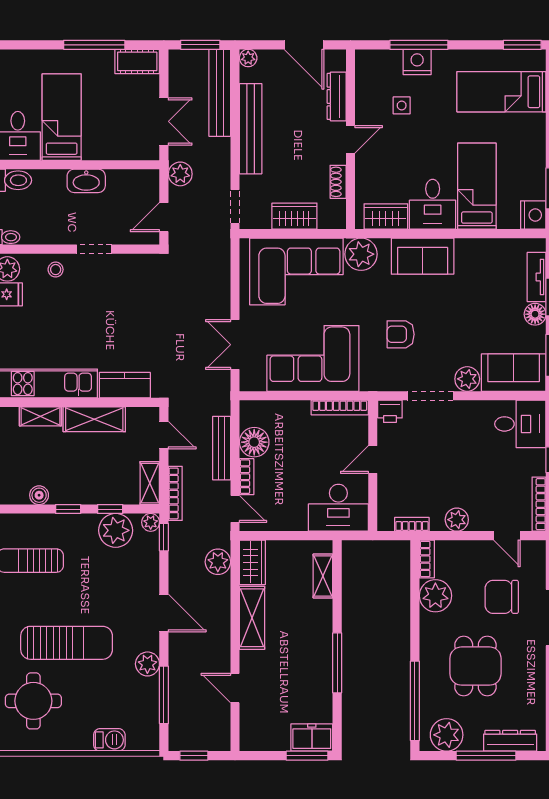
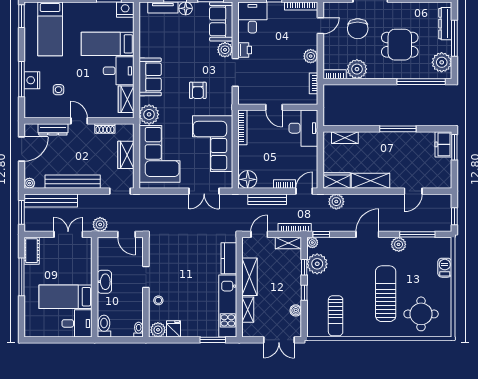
printer: (390, 411) -> (245, 50), moved
floor lamp: (254, 442) -> (248, 179), moved

